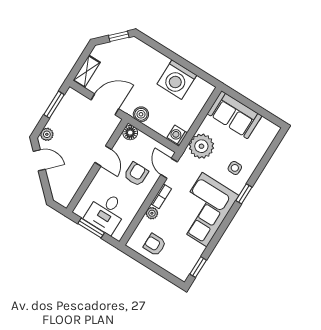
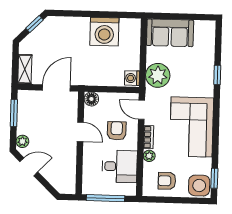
boiler: (141, 114) -> (91, 78), removed
side table: (235, 168) -> (199, 186), moved, width x1.87, depth x1.87
window: (244, 194) -> (217, 75), moved
desk: (106, 213) -> (120, 166), moved, turned -90
window: (91, 228) -> (106, 198), width x1.44

